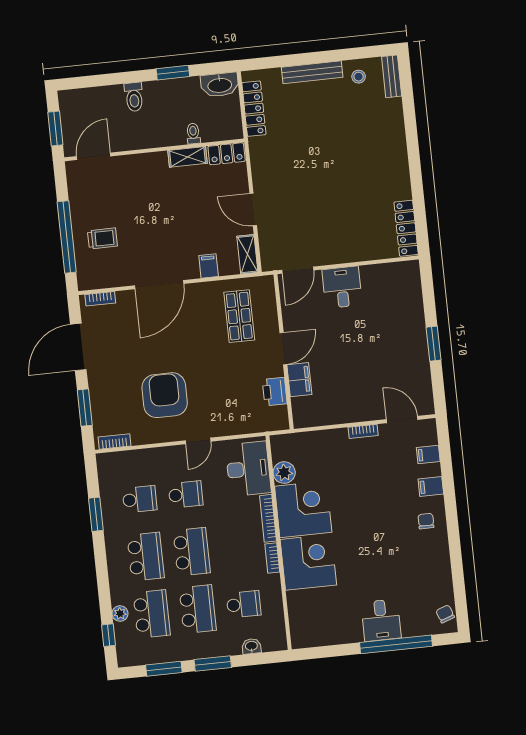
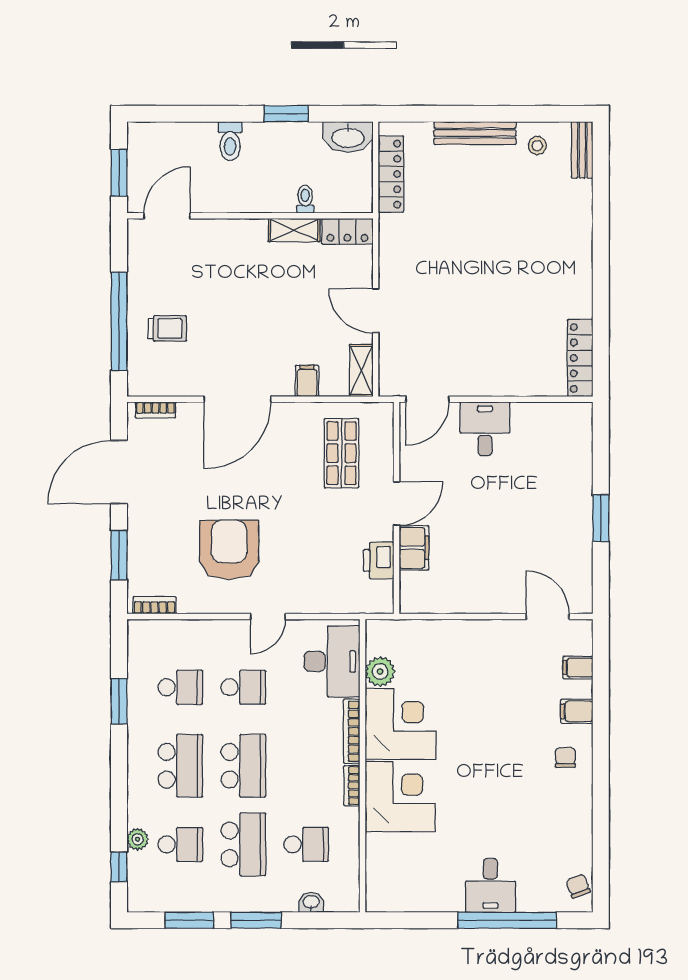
bookcase: (363, 431) -> (493, 627), removed
school desk: (152, 614) -> (180, 844), width x0.54

